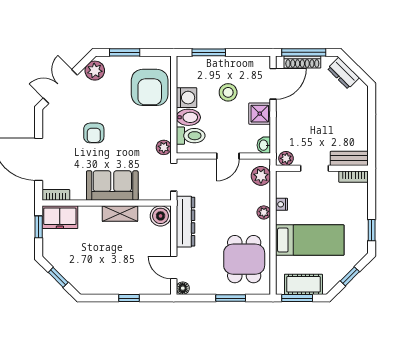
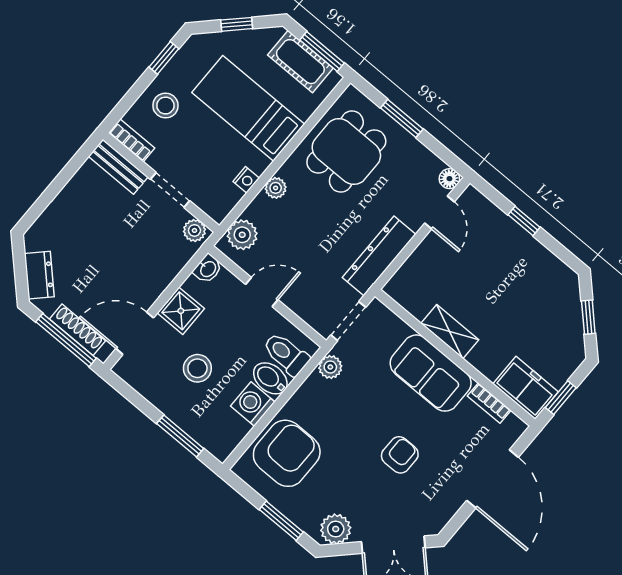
bookcase: (56, 195) -> (489, 403), moved
stool: (351, 208) -> (165, 106), added
boiler: (161, 216) -> (403, 288), removed

